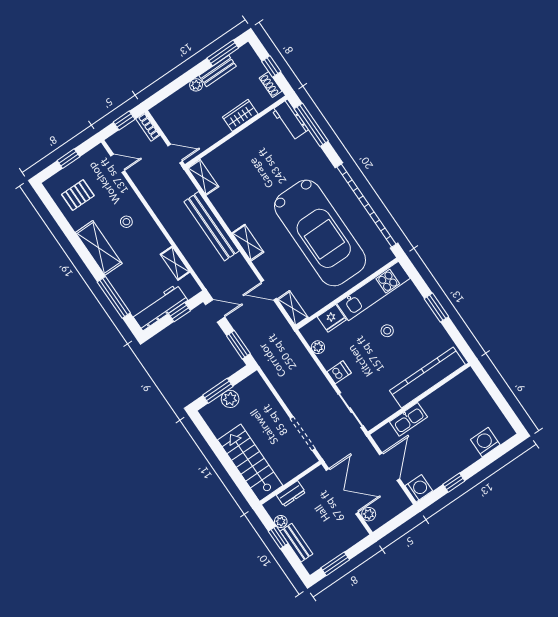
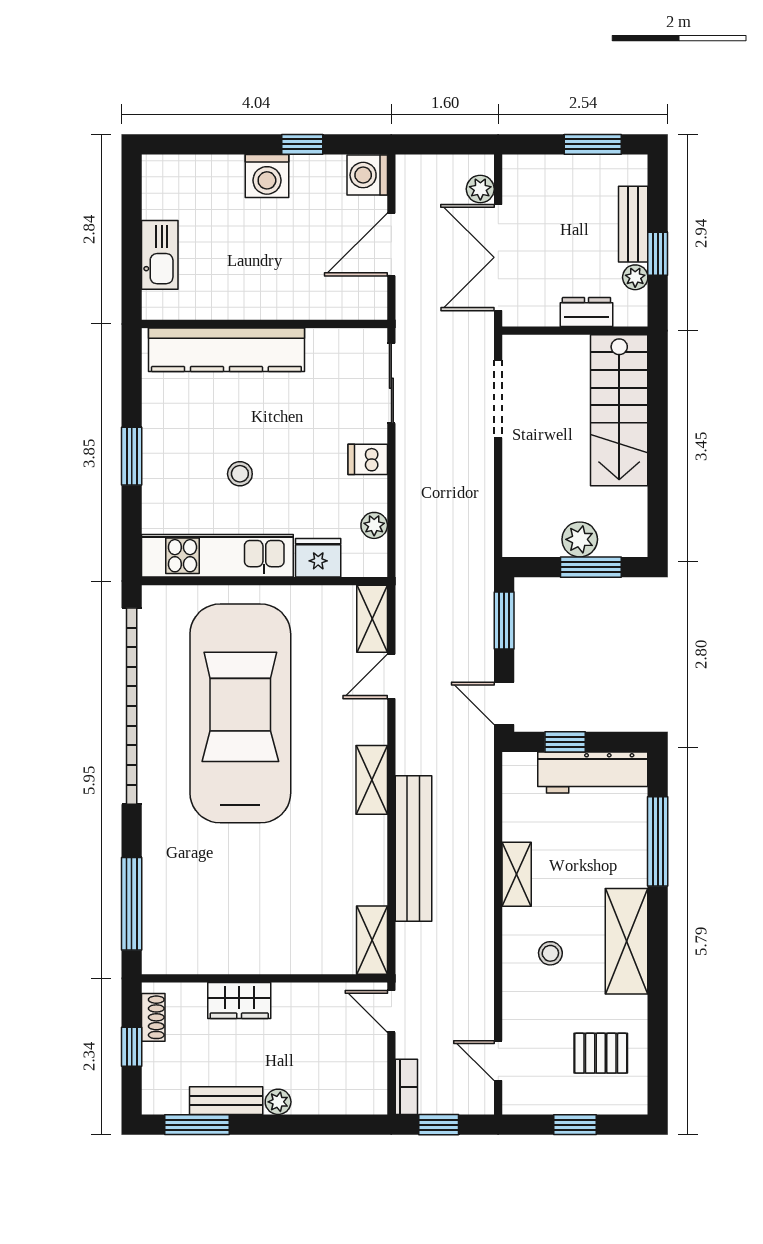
workbench: (290, 120) -> (161, 936), removed
shelving: (175, 263) -> (517, 874), moved
door: (269, 290) -> (391, 676), swing flipped
kitchen sink: (408, 419) -> (160, 255), moved, turned 90
washing machine: (485, 442) -> (267, 176), moved

